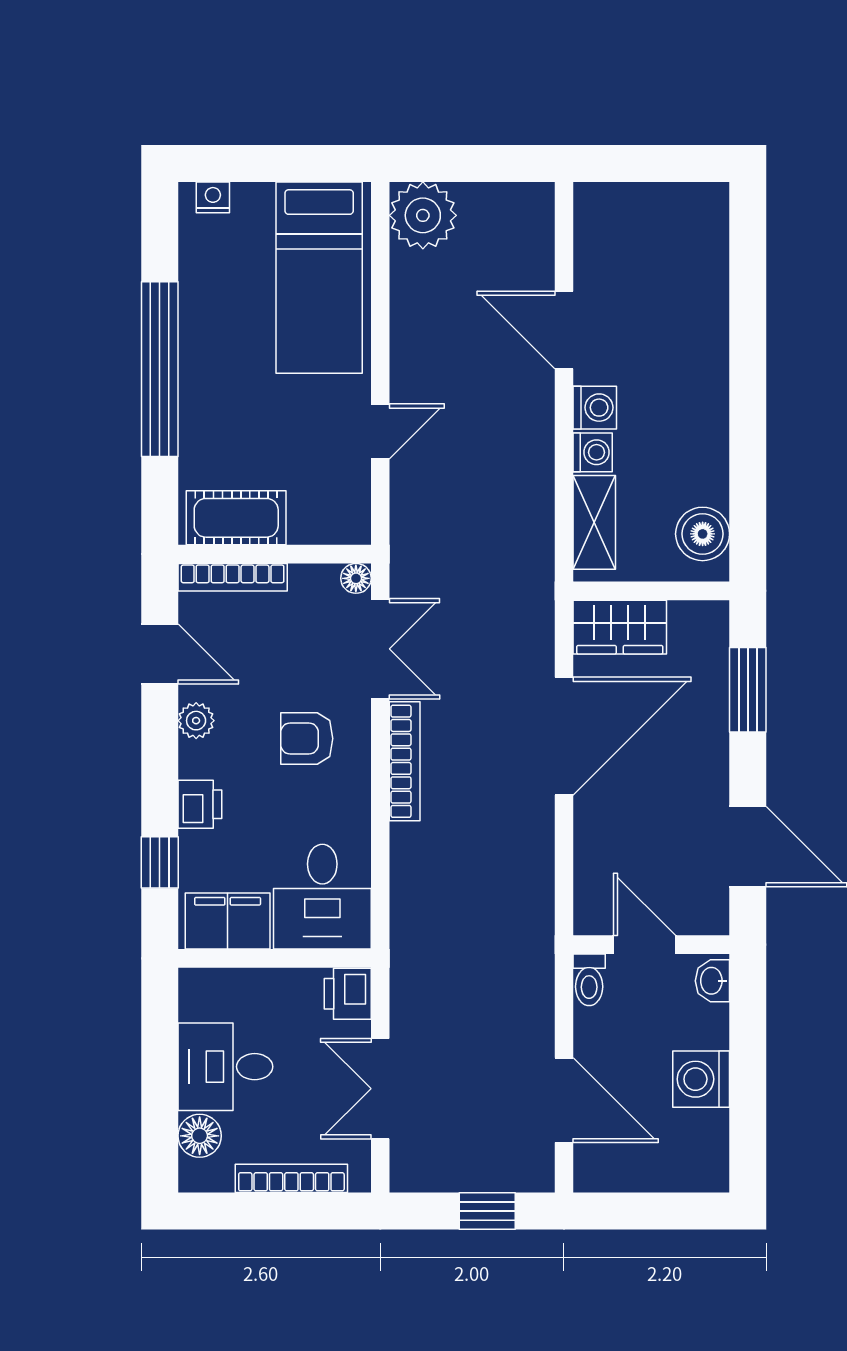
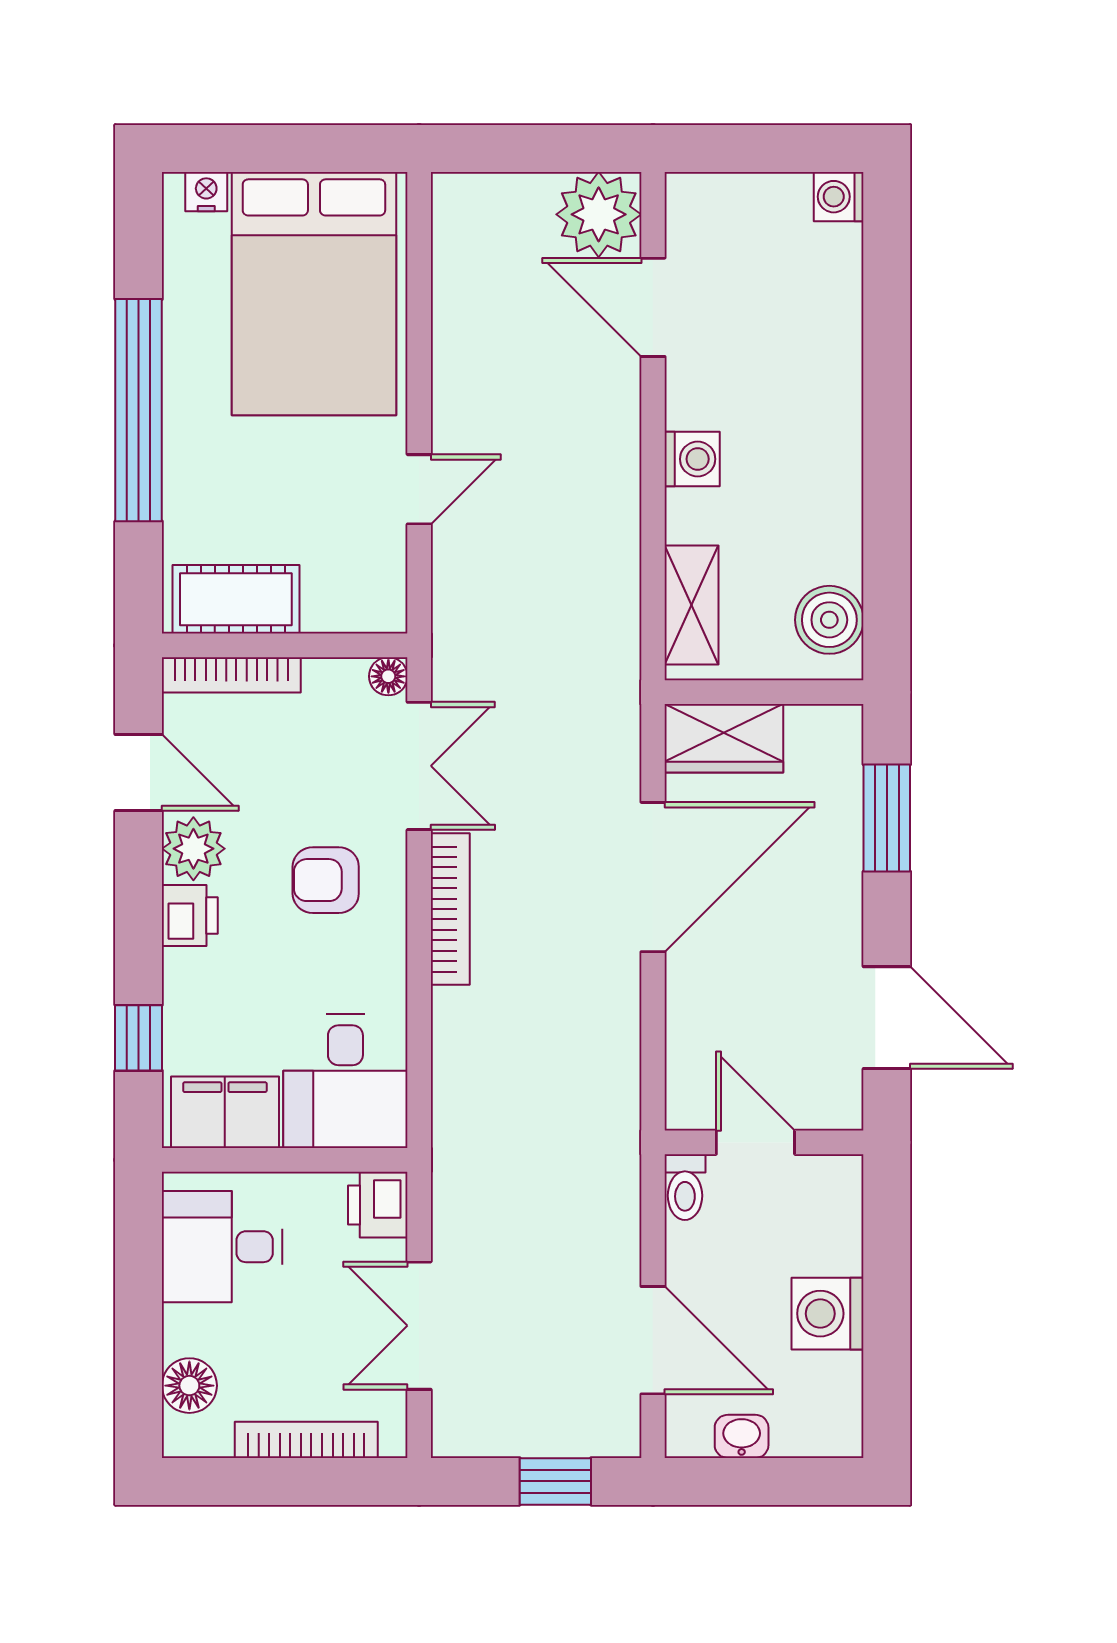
plant: (423, 215) -> (599, 214), moved
bed: (319, 278) -> (314, 294), width x1.50
door: (564, 330) -> (653, 307), moved
washing machine: (593, 452) -> (839, 197), moved, turned 180
plant: (196, 721) -> (193, 849), width x1.38, depth x1.38
printer: (200, 804) -> (190, 916), moved
washbasin: (712, 981) -> (742, 1436), moved, turned 90
desk: (225, 1067) -> (222, 1247), moved

